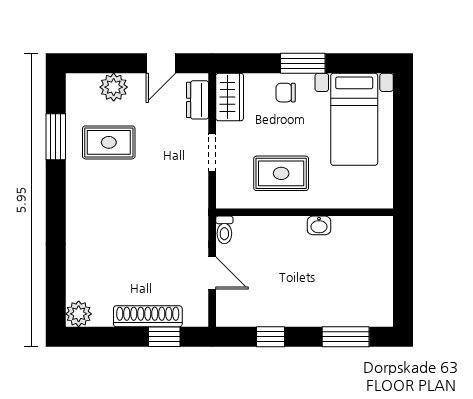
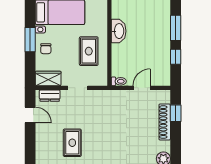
plant: (114, 87) -> (43, 140), removed
washbasin: (319, 225) -> (119, 31), width x1.91, depth x1.45
window: (346, 337) -> (176, 28), moved

